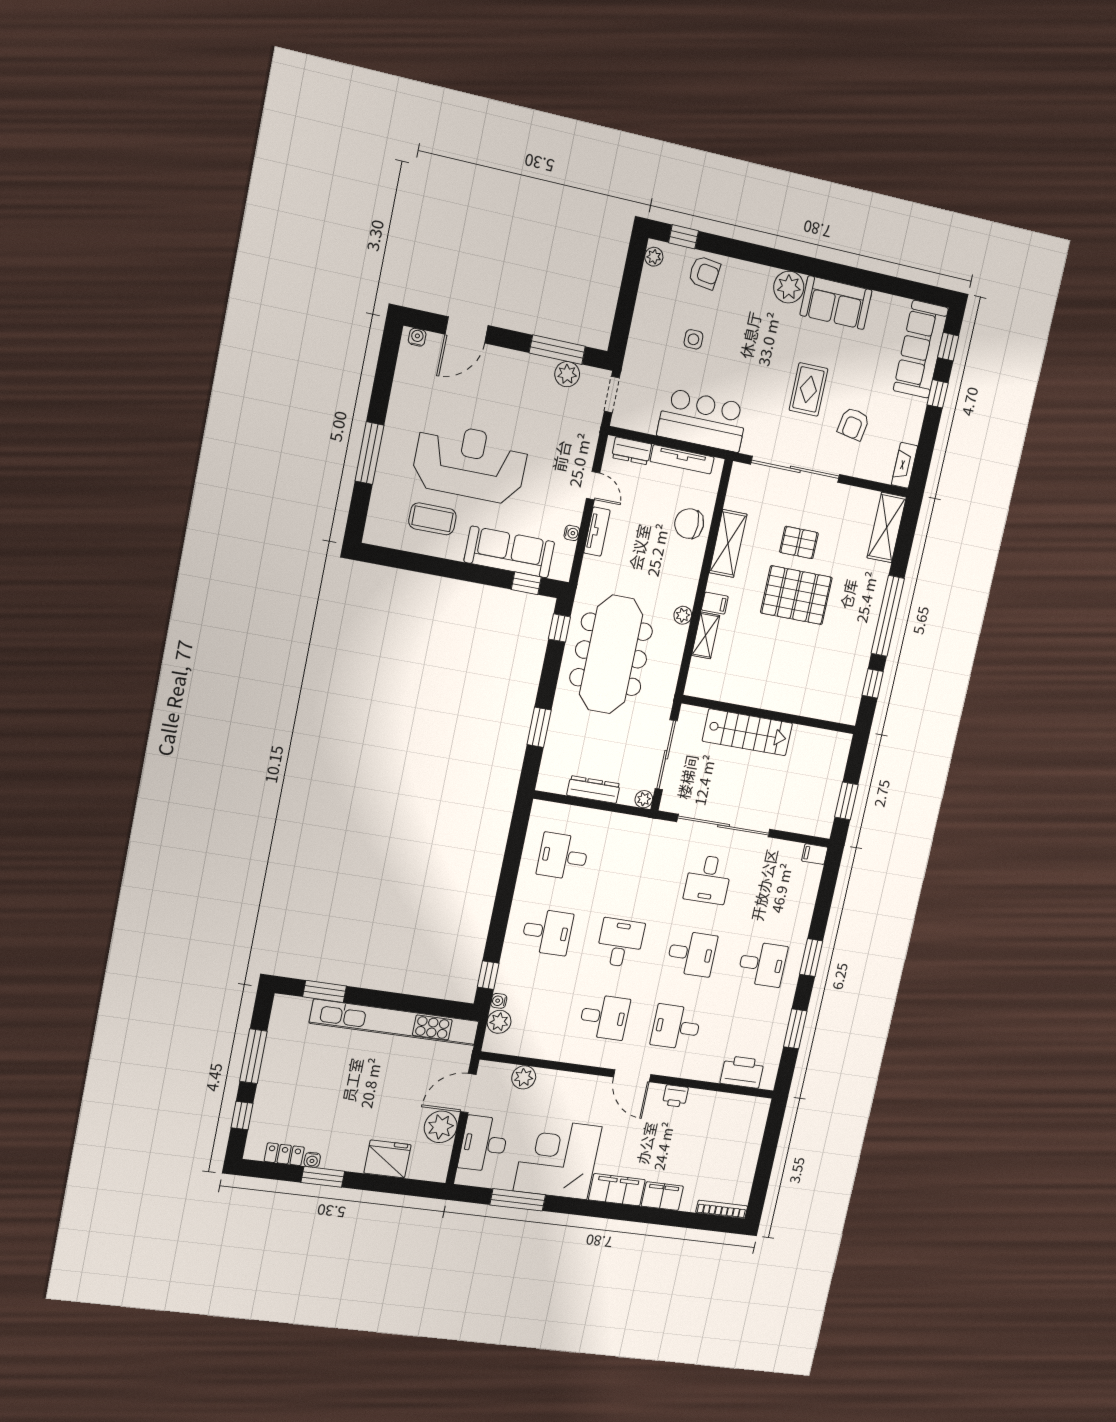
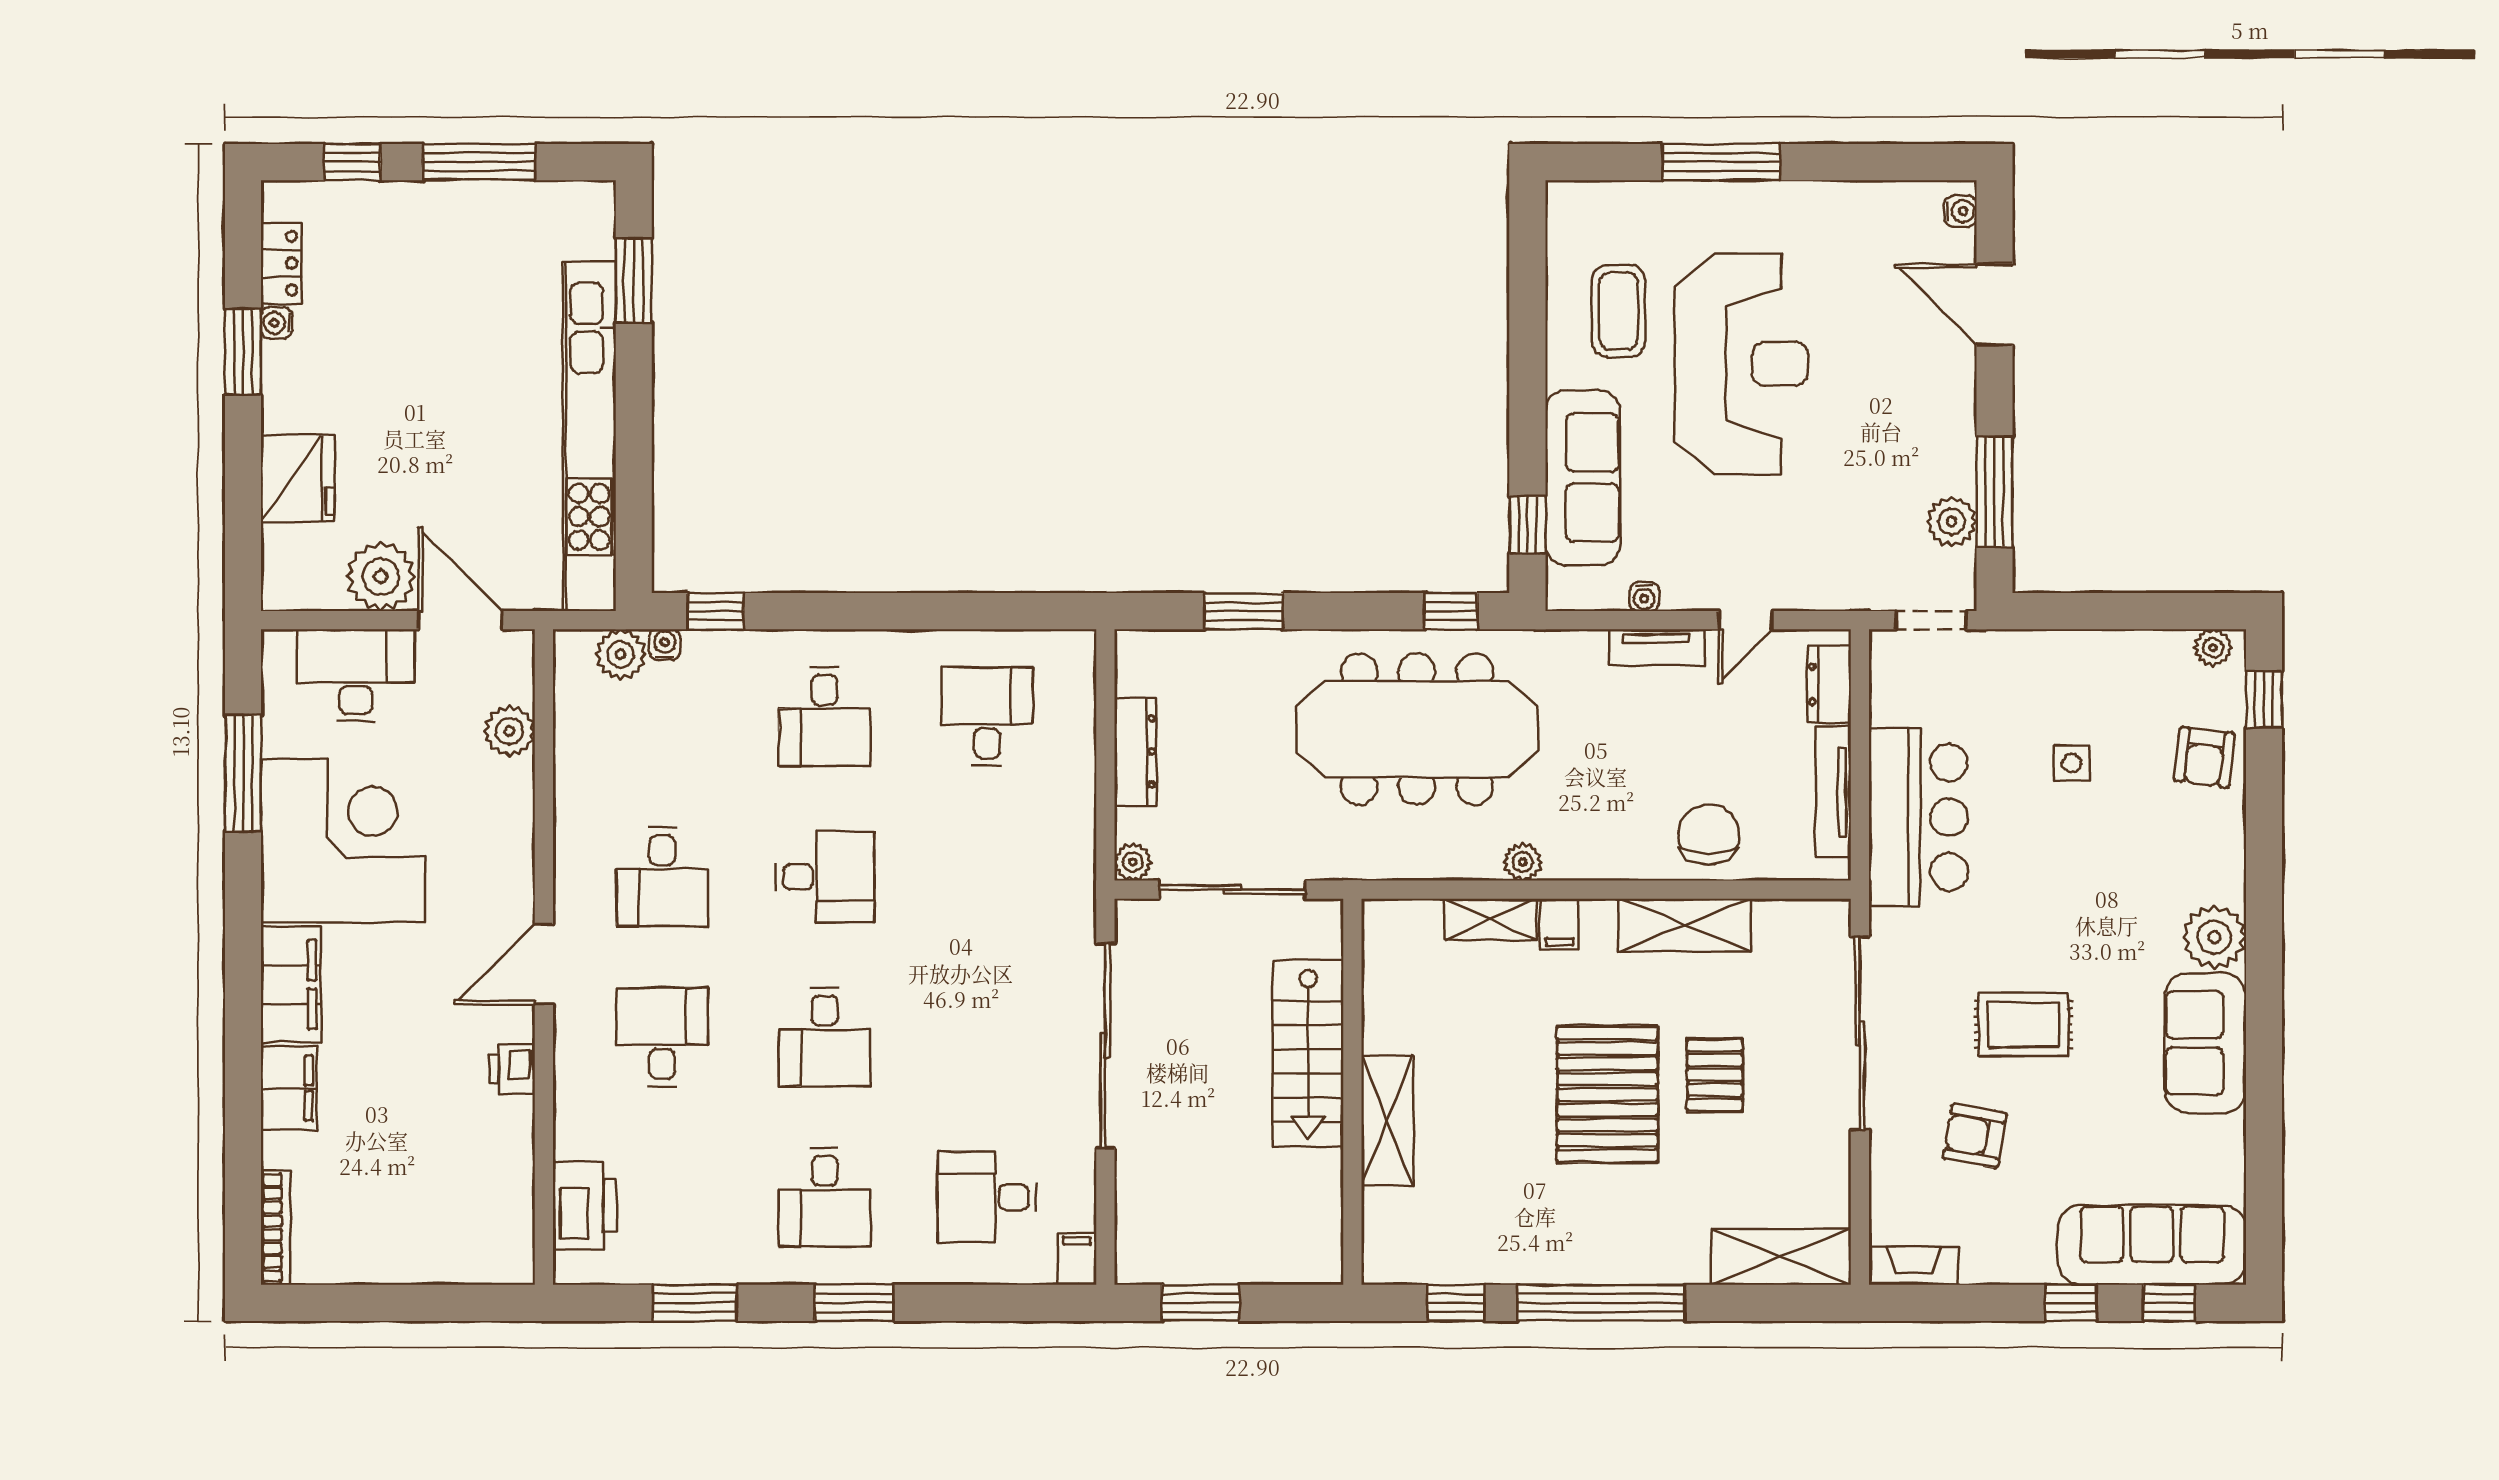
shelving: (786, 701) -> (1387, 1121), added
desk: (708, 879) -> (987, 1197), moved

